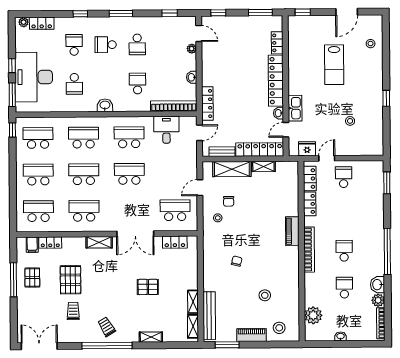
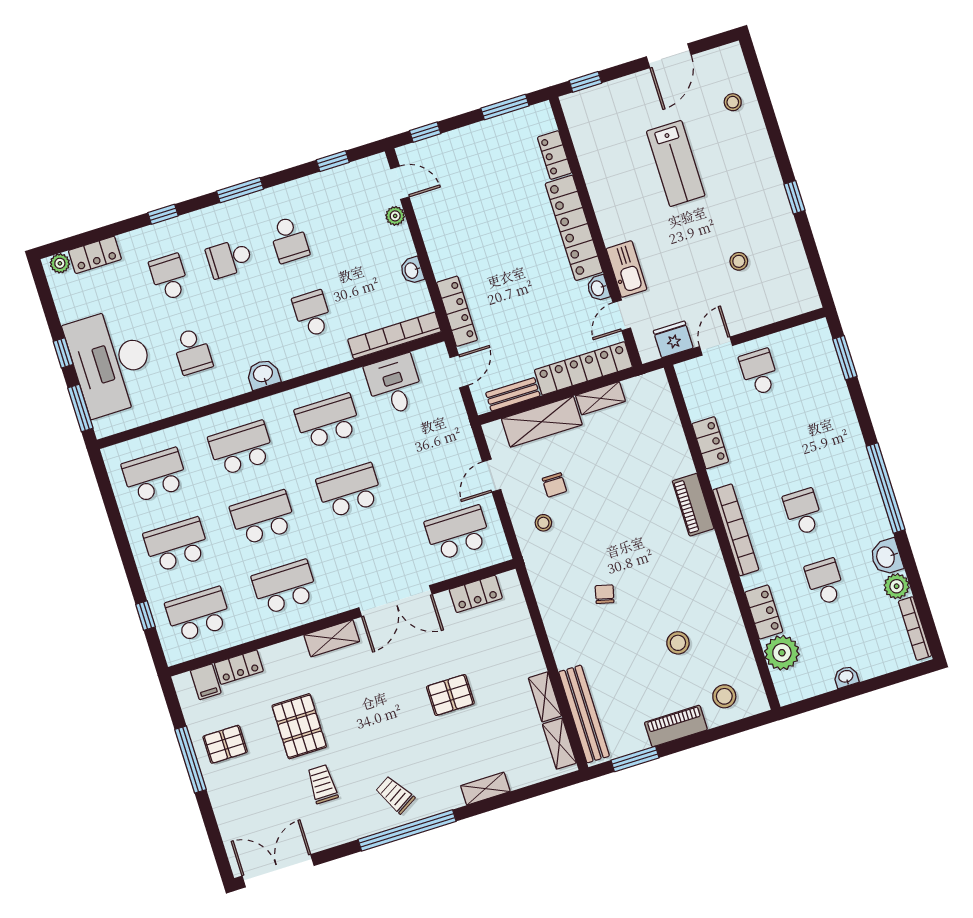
window: (12, 130) -> (145, 616), moved
locker: (310, 179) -> (764, 612), moved
pallet: (32, 278) -> (225, 744), turned 90

